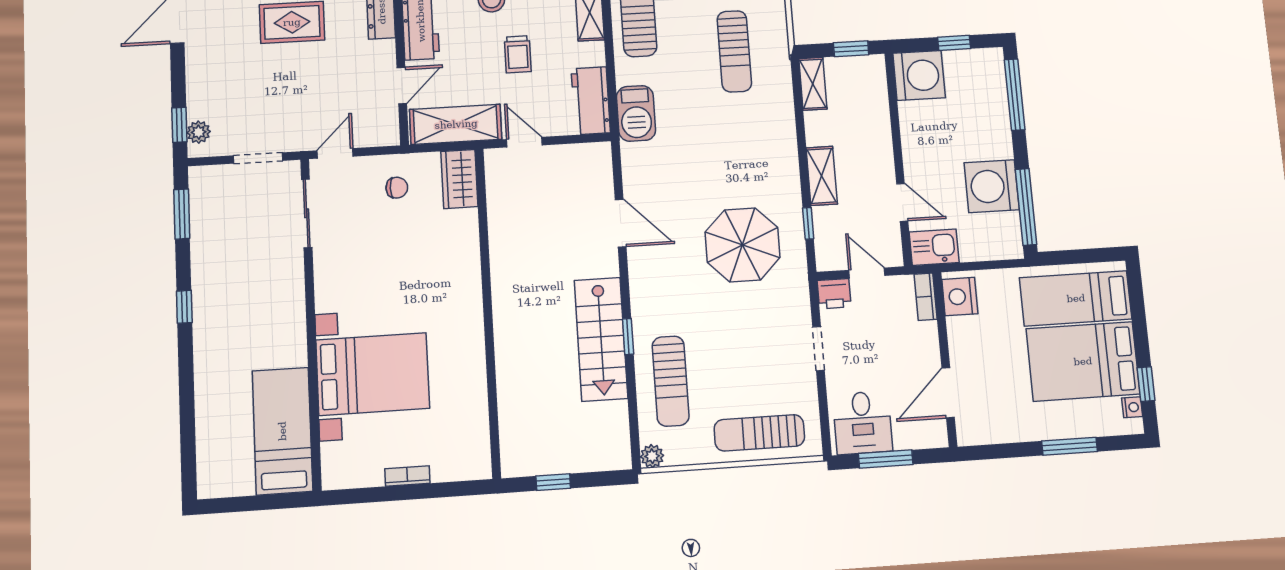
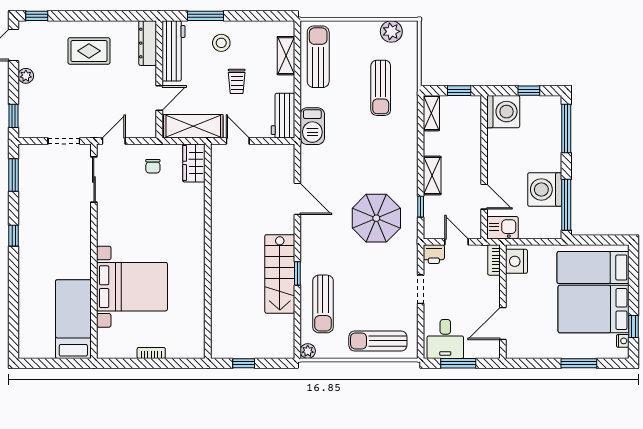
plant: (199, 132) -> (26, 76), moved
chair: (397, 188) -> (153, 166), turned 90

